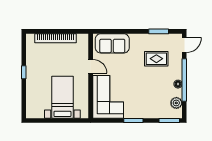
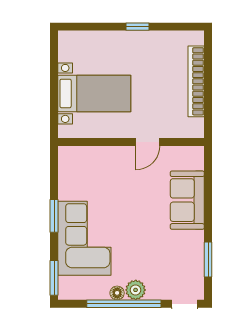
sofa: (112, 43) -> (187, 200), moved
rug: (156, 59) -> (161, 256), removed
corner sofa: (108, 97) -> (84, 238), moved, turned -90
plant: (176, 103) -> (136, 290), moved

